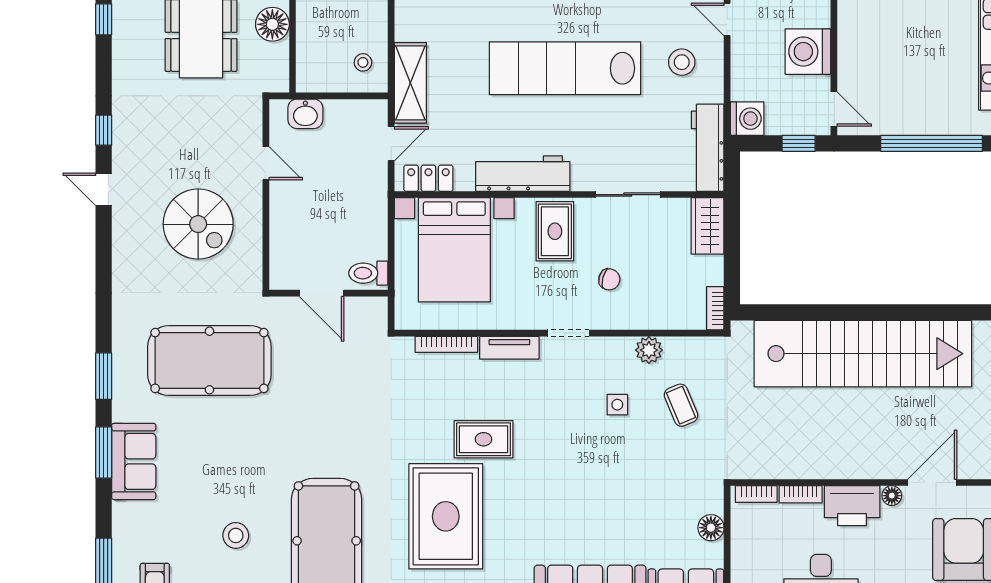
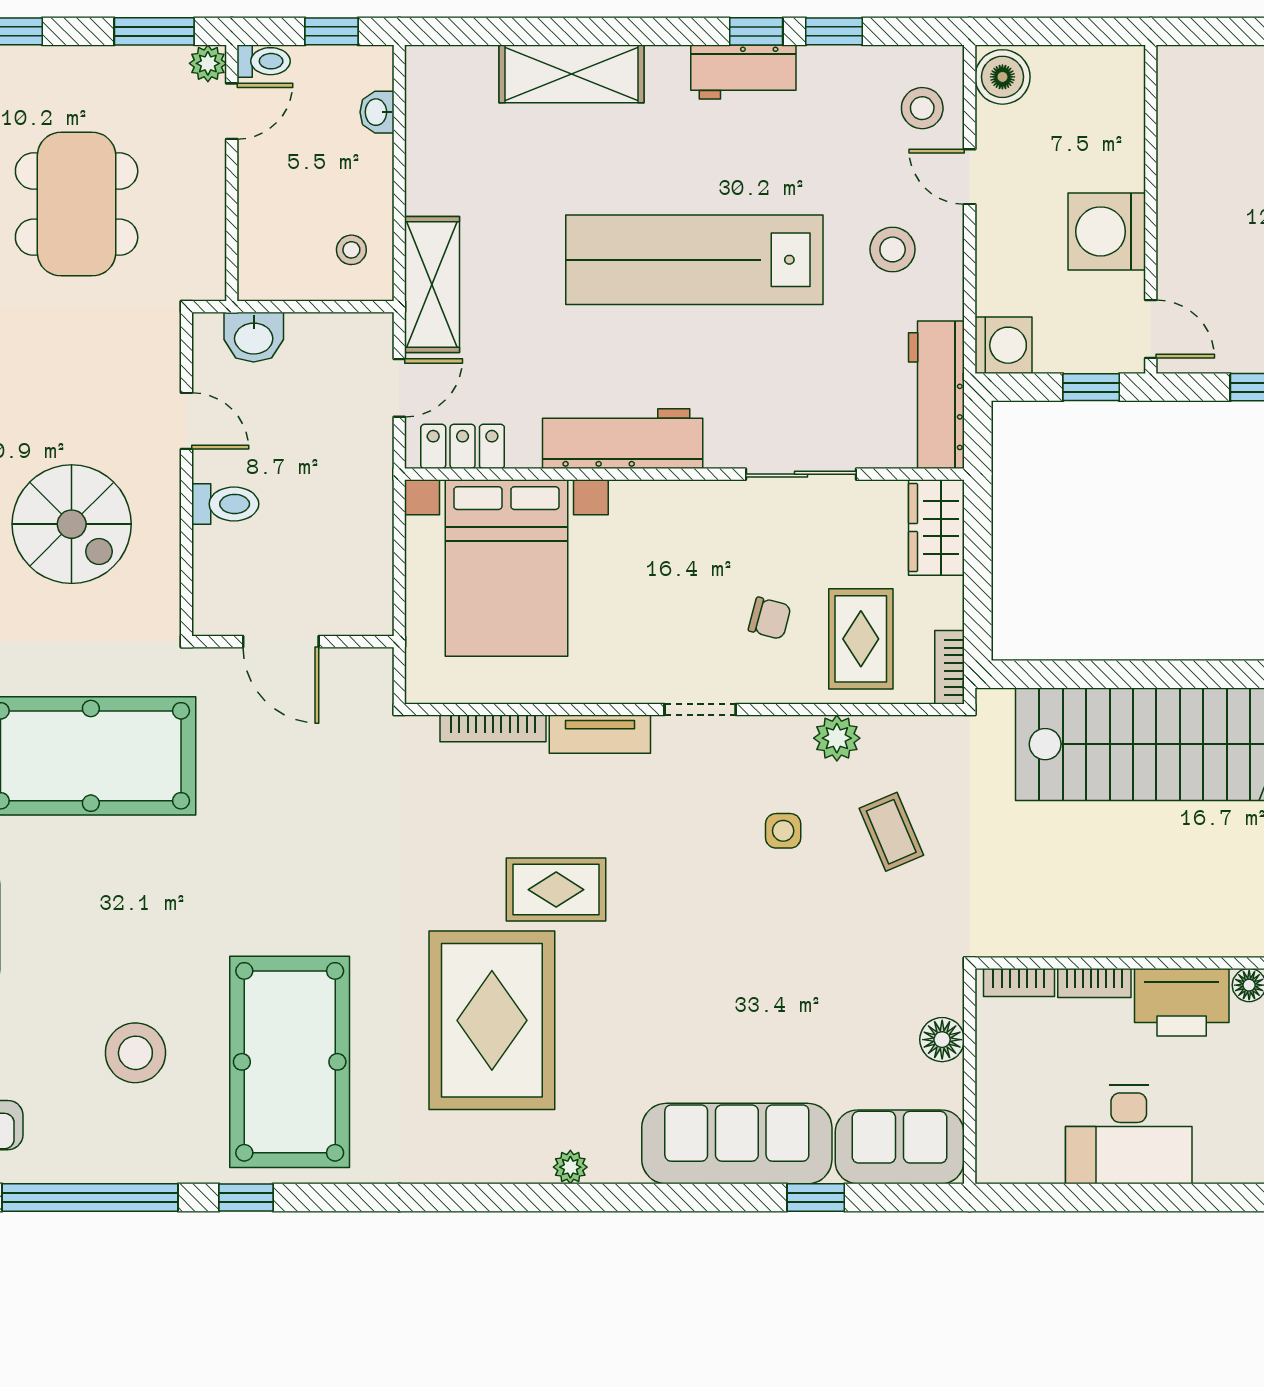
floor lamp: (272, 24) -> (198, 185), removed
rug: (555, 231) -> (861, 639), moved
toilet: (368, 273) -> (225, 504), moved, turned 180
stool: (236, 535) -> (135, 1053), width x1.38, depth x1.38

